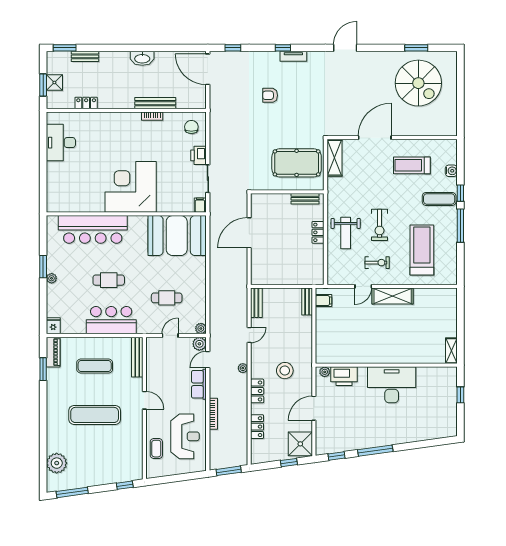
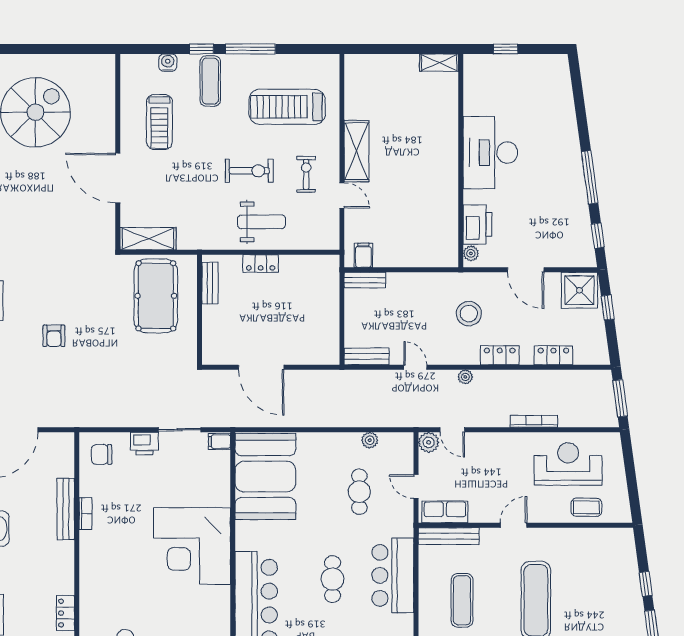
plant: (201, 328) -> (370, 440), moved
row of seats: (199, 384) -> (445, 512), moved, turned 180
window: (125, 485) -> (646, 584), moved

